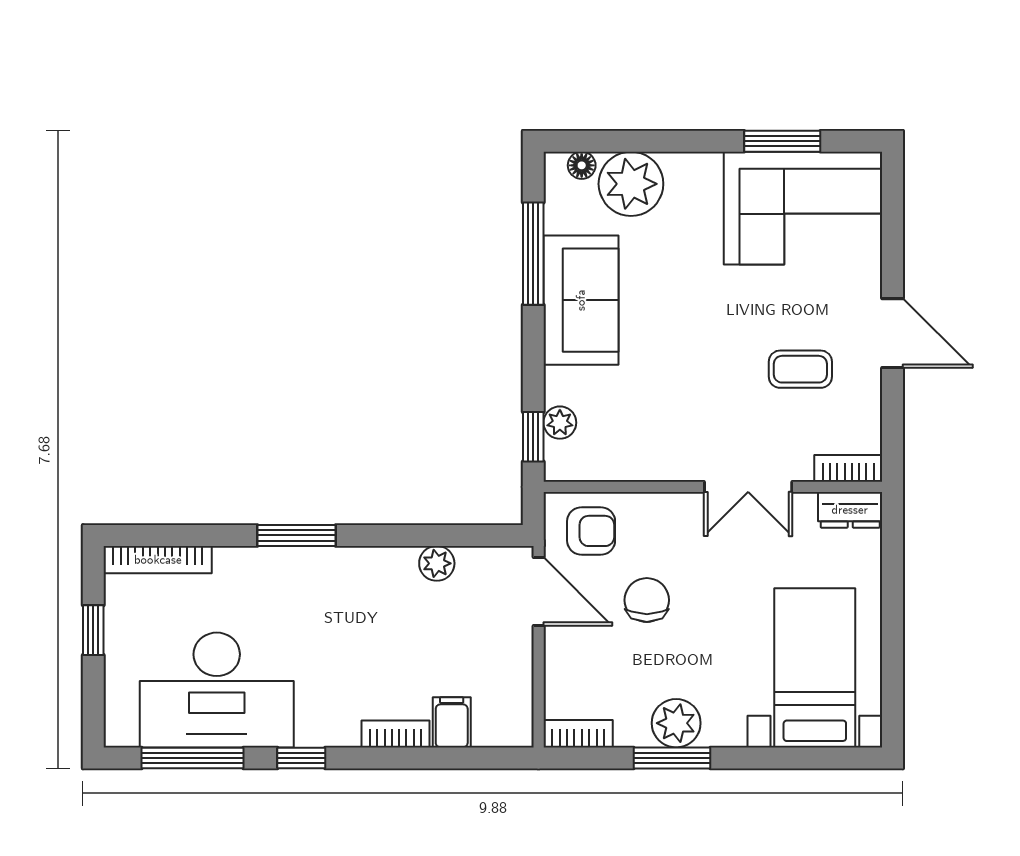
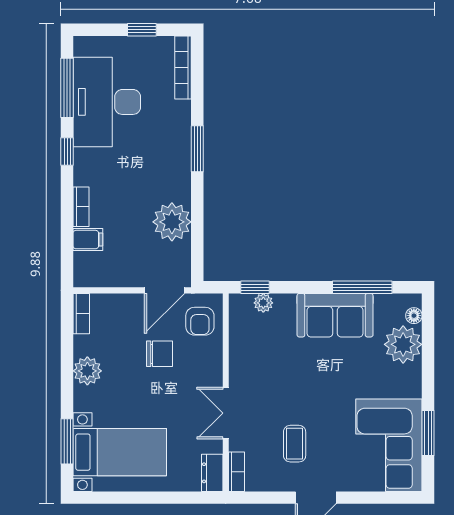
plant: (437, 563) -> (172, 222), width x1.88, depth x1.88
window: (672, 758) -> (67, 441), moved

